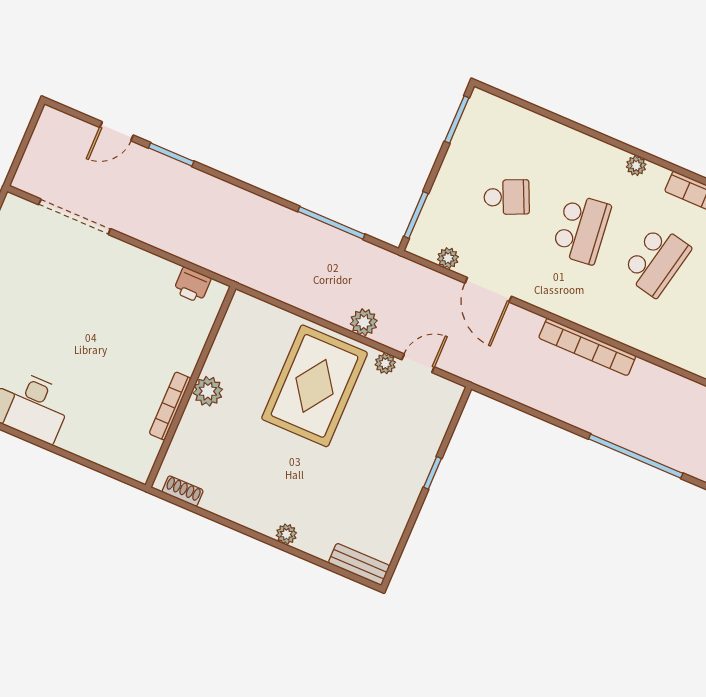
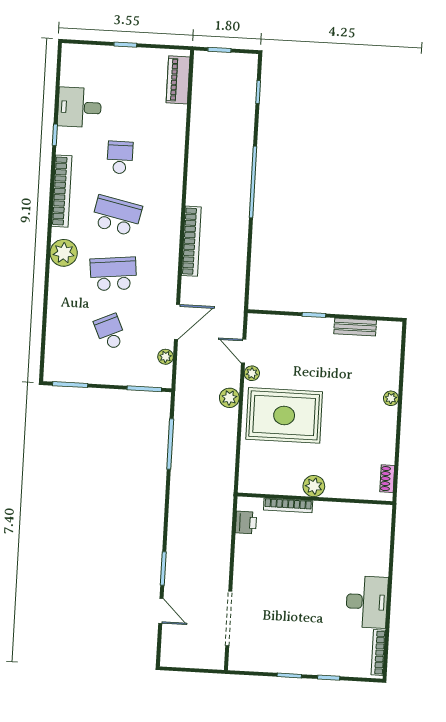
plant: (636, 166) -> (64, 253), width x1.88, depth x1.88
bookcase: (170, 406) -> (288, 505), moved
bench: (359, 564) -> (355, 327), moved, turned 90

